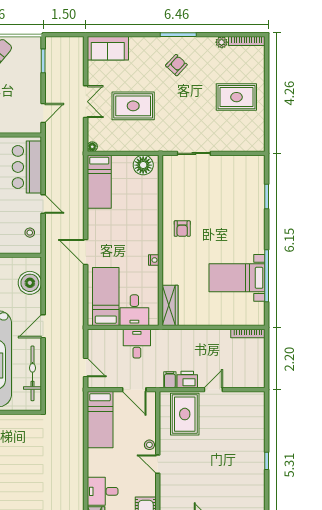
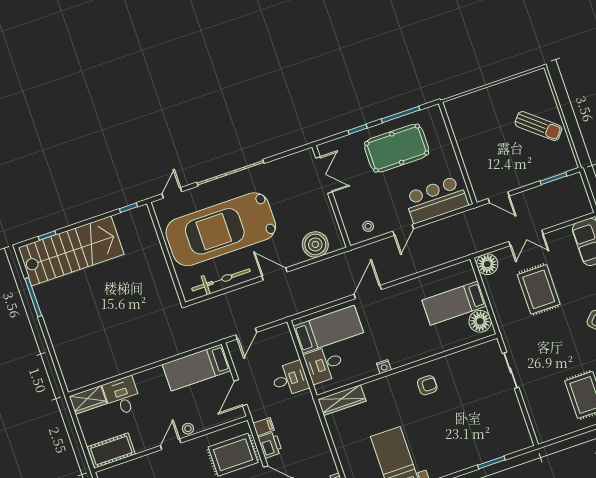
floor lamp: (92, 147) -> (487, 264), width x1.89, depth x1.89
bed: (99, 182) -> (454, 303), moved
armchair: (182, 229) -> (427, 385), turned 180

